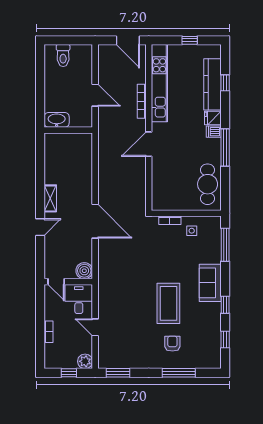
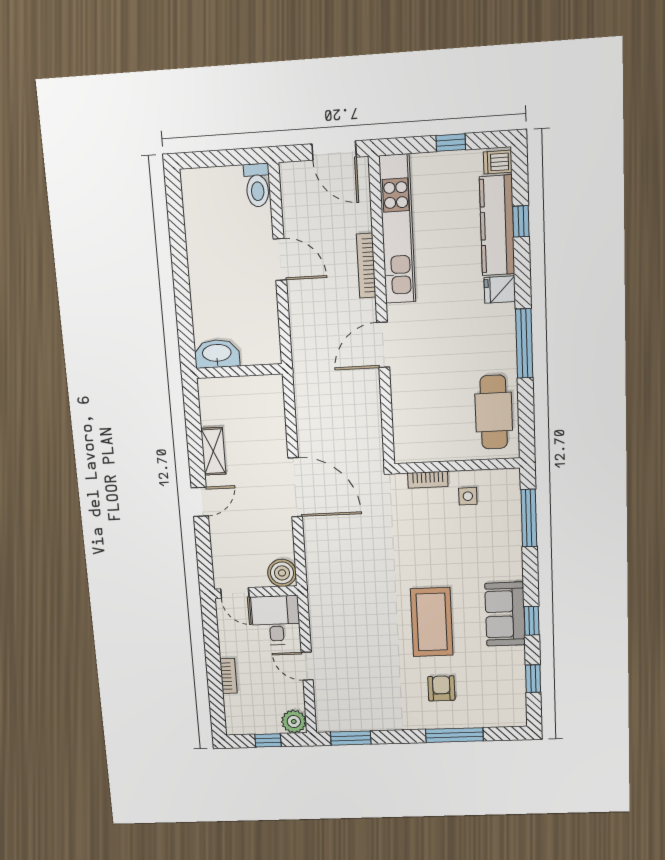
toilet: (63, 56) -> (257, 185), moved
washbasin: (57, 120) -> (217, 354), moved
wall: (68, 130) -> (239, 371), moved
dishwasher: (214, 132) -> (498, 162), moved
sofa: (210, 283) -> (505, 614), moved

